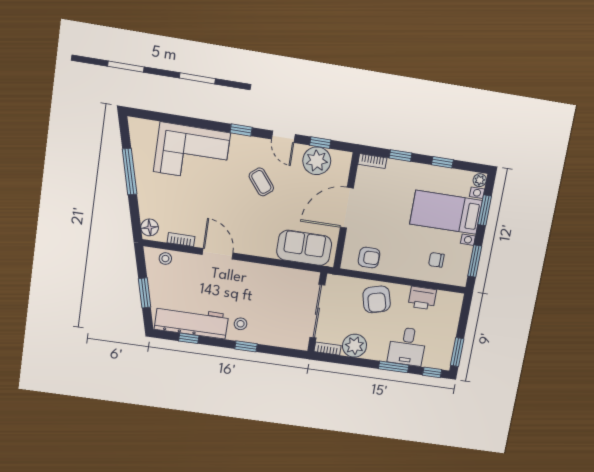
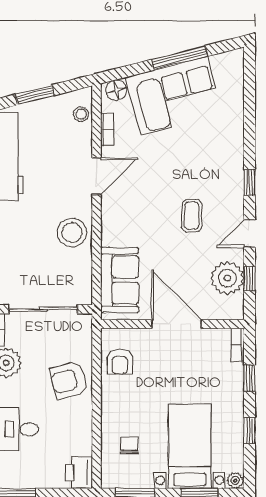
corner sofa: (192, 152) -> (174, 96), moved, turned -104
coffee table: (261, 182) -> (192, 216), turned -51
printer: (422, 298) -> (79, 473), moved
stool: (241, 324) -> (72, 233), moved, width x1.89, depth x1.89

